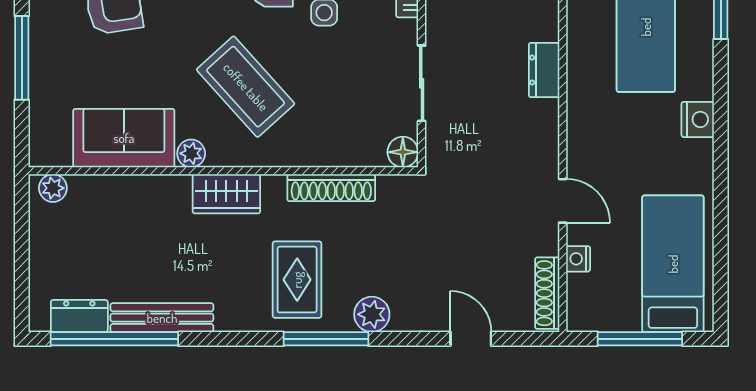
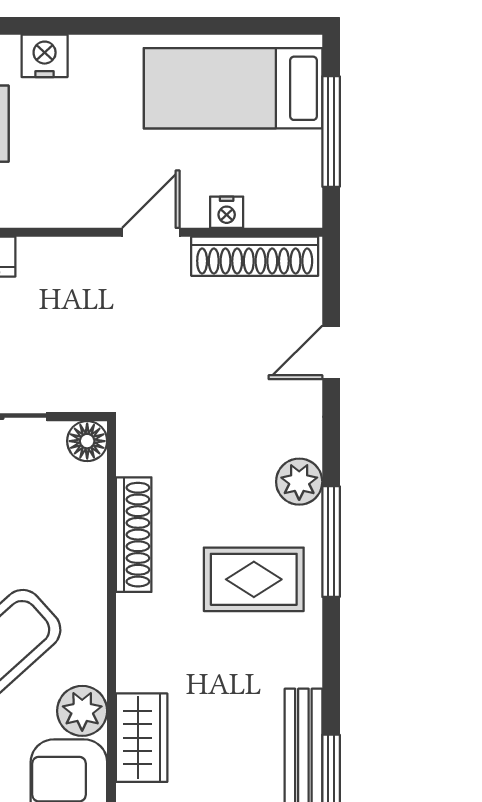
plant: (191, 153) -> (82, 711), width x1.38, depth x1.38
wardrobe: (226, 194) -> (142, 738), moved
shoe rack: (547, 293) -> (255, 256), width x1.36, depth x1.24

